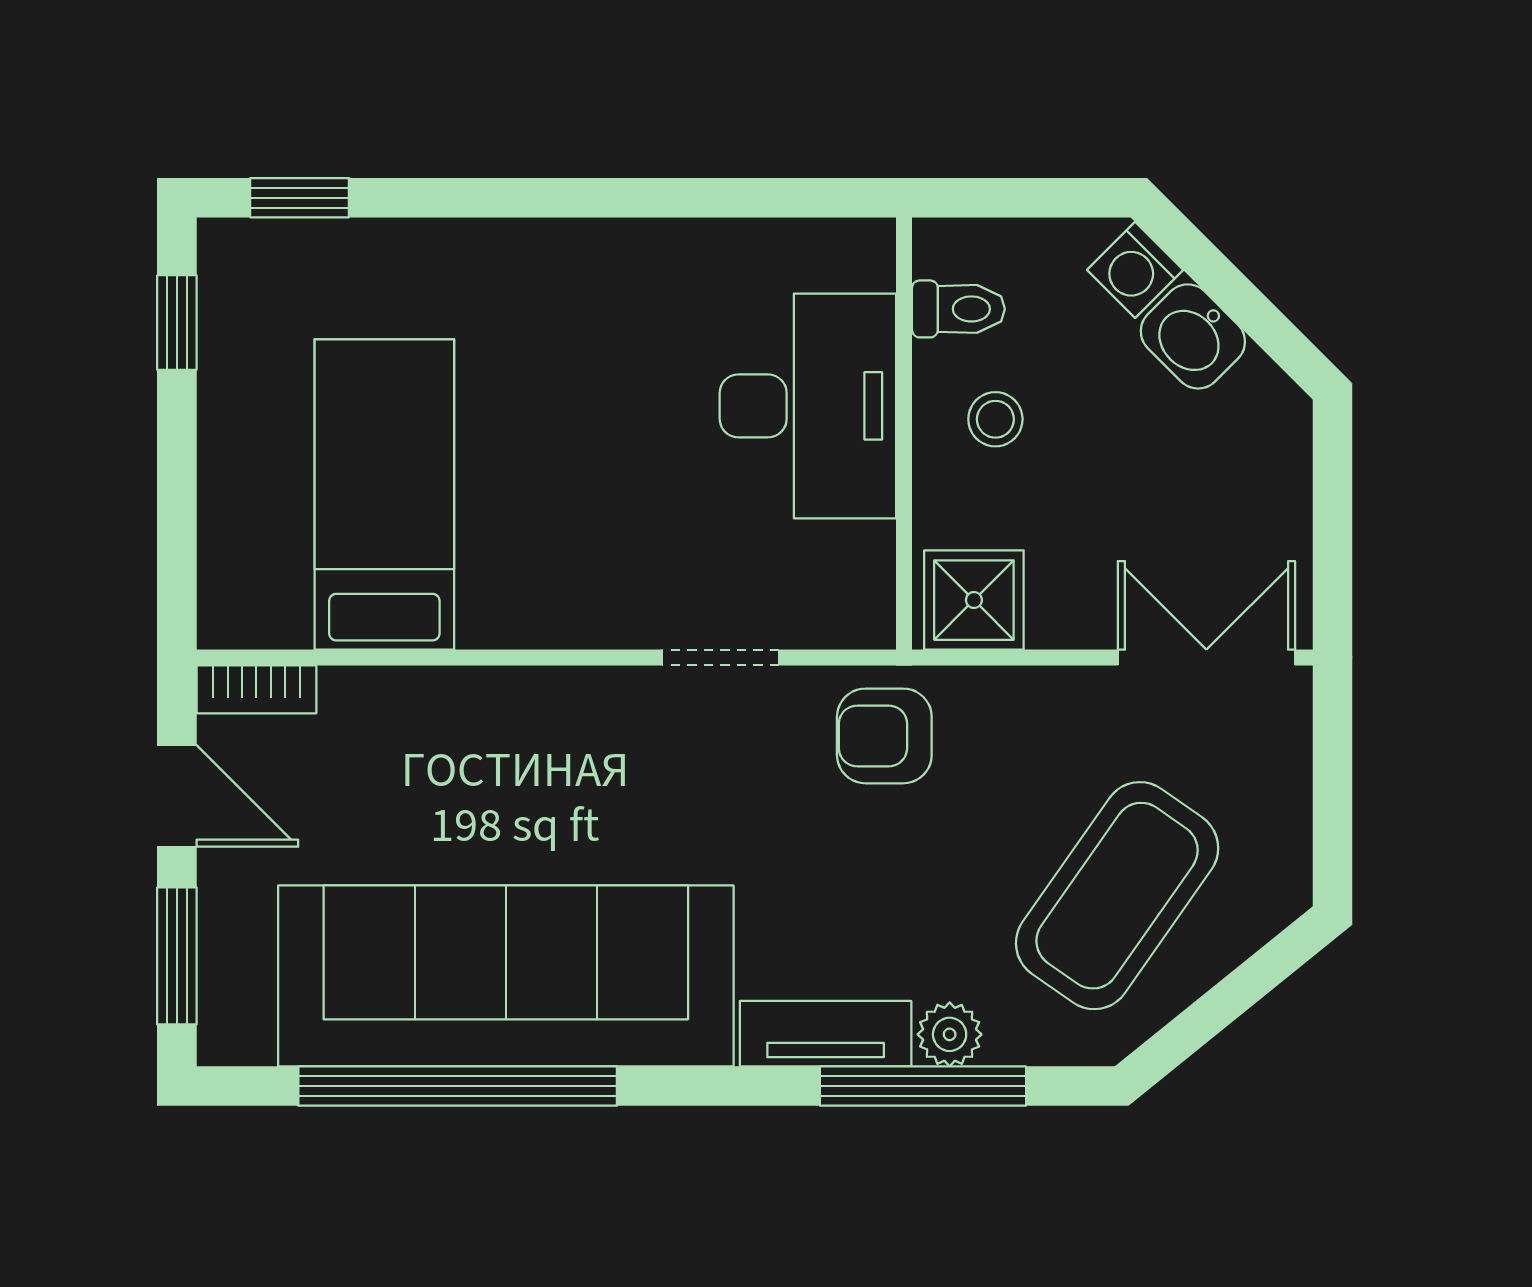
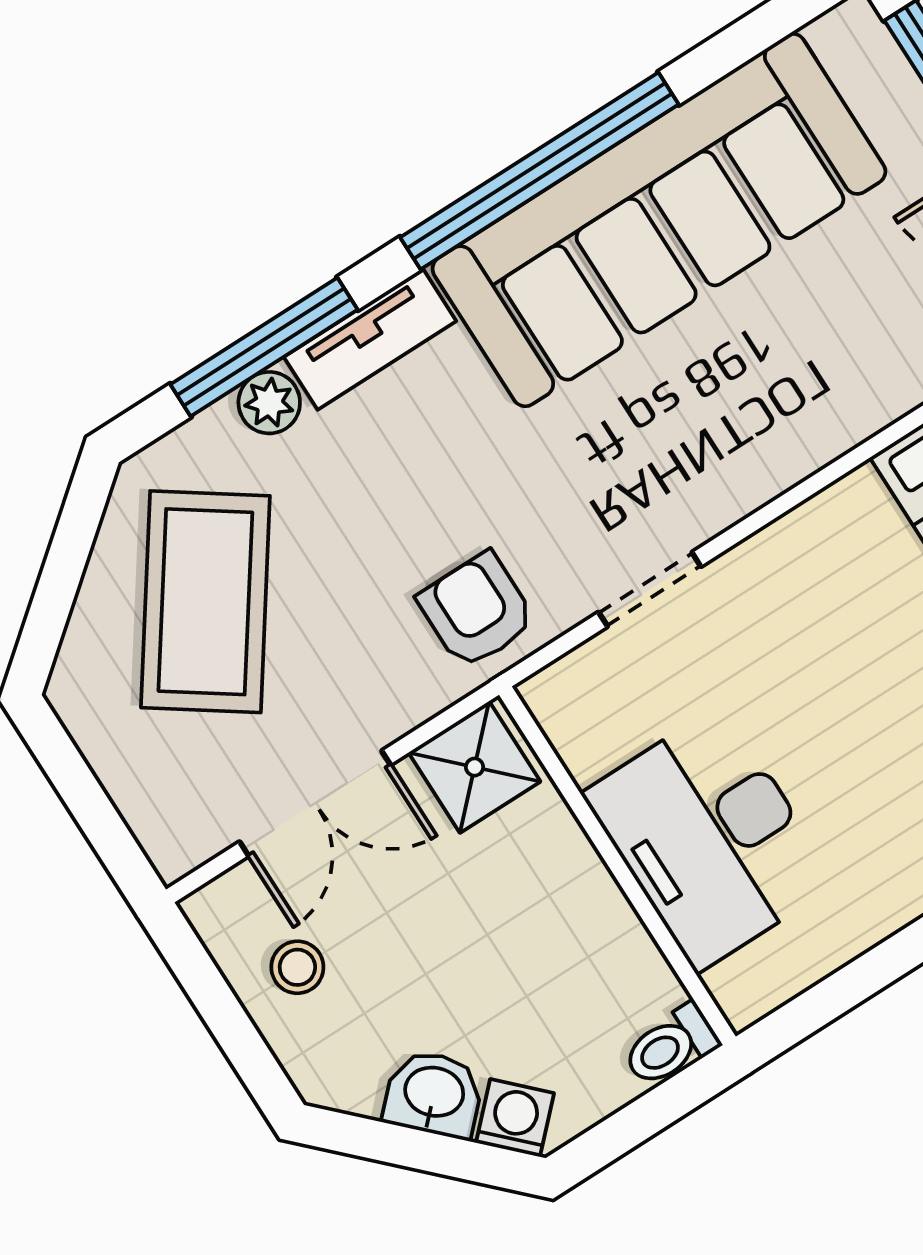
toilet: (958, 309) -> (671, 1046), moved
stool: (995, 419) -> (297, 967), moved
double door: (1206, 658) -> (315, 803), moved
armchair: (884, 736) -> (477, 611), turned -90
window: (458, 1086) -> (539, 171), moved

